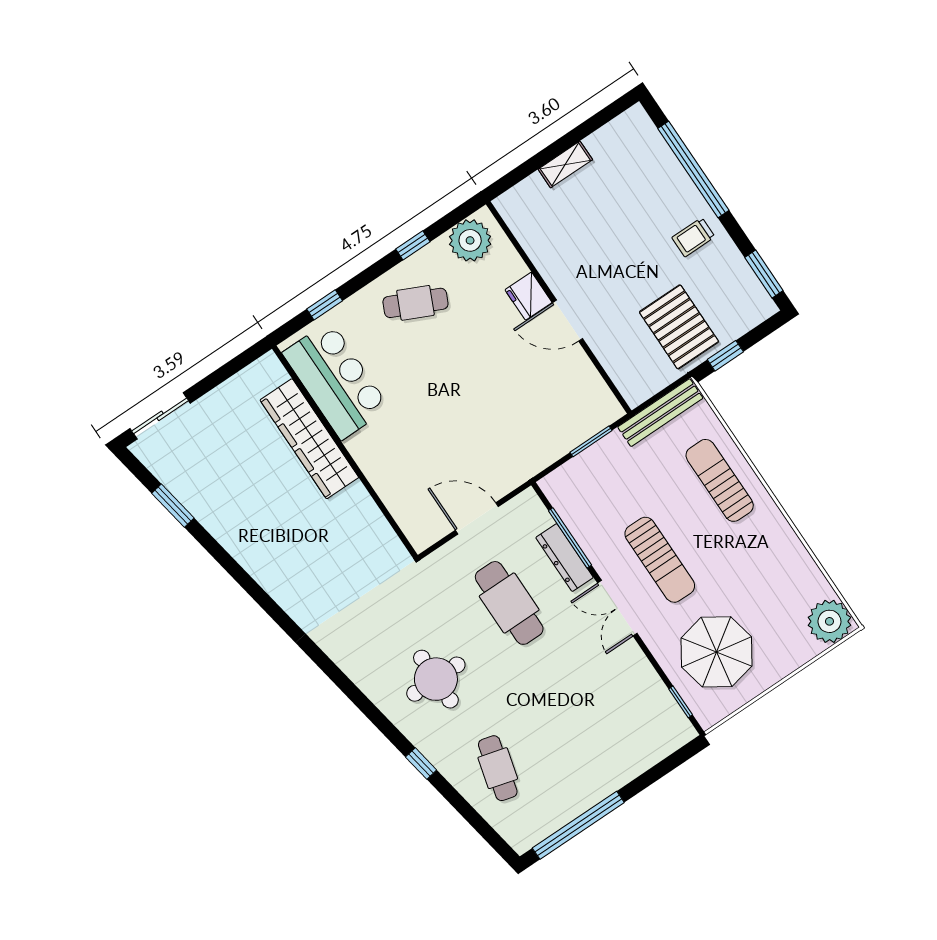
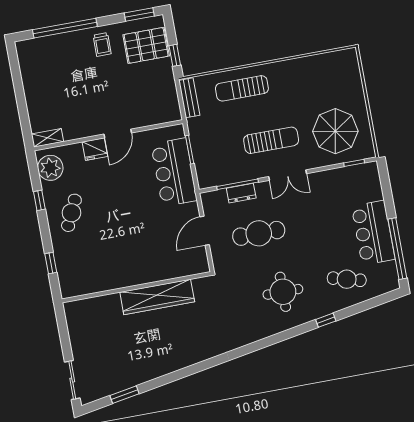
shelving: (565, 164) -> (47, 138), moved, turned 90
pallet: (679, 327) -> (146, 45), moved
bar counter: (336, 380) -> (174, 172), moved, turned -90
bench: (660, 413) -> (189, 98), width x0.73
wardrobe: (309, 439) -> (157, 297), moved
dresser: (565, 558) -> (241, 193), width x0.70
plant: (829, 621) -> (346, 62), removed
bar counter: (587, 778) -> (373, 233), added

